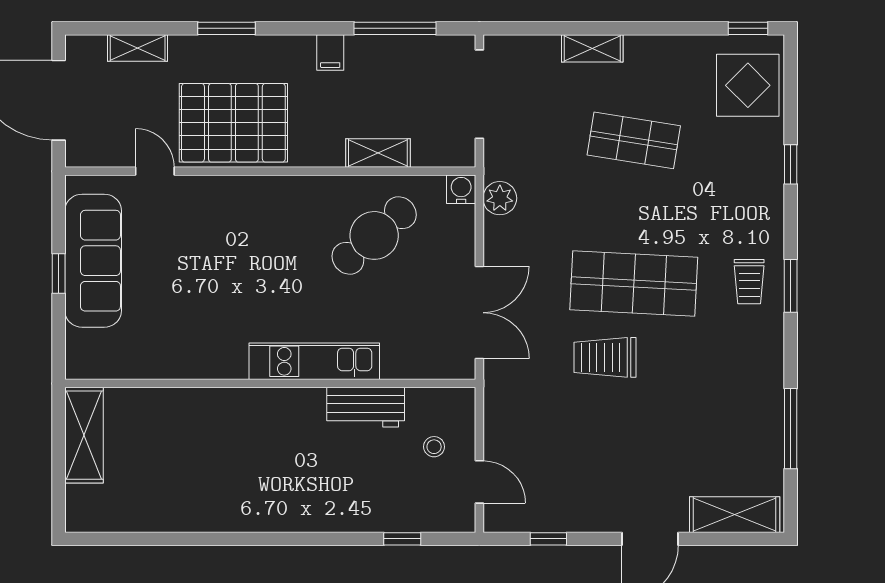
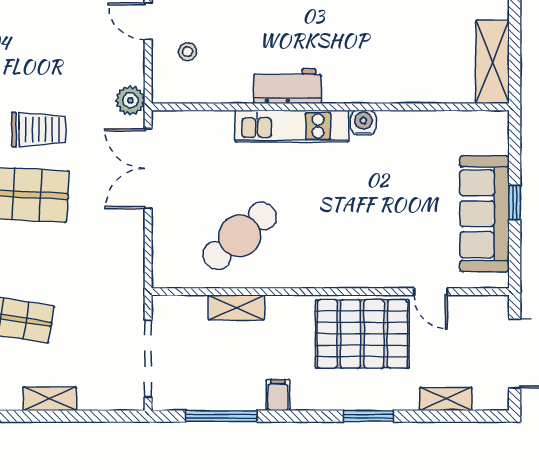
water cooler: (461, 189) -> (363, 123), moved, turned 180
plant: (500, 198) -> (130, 100), moved
workbench: (366, 407) -> (287, 86), moved

